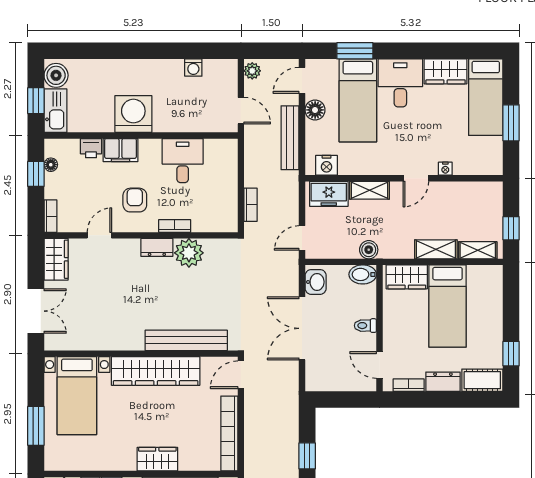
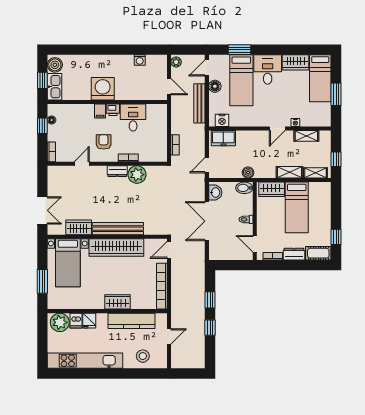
printer: (91, 148) -> (113, 110), moved
filing cabinet: (121, 150) -> (100, 111), width x0.50
shelving: (369, 190) -> (306, 136), moved
wardrobe: (56, 259) -> (79, 227), moved, turned -90
bench: (186, 340) -> (118, 229), moved

